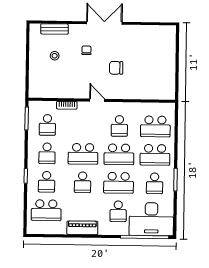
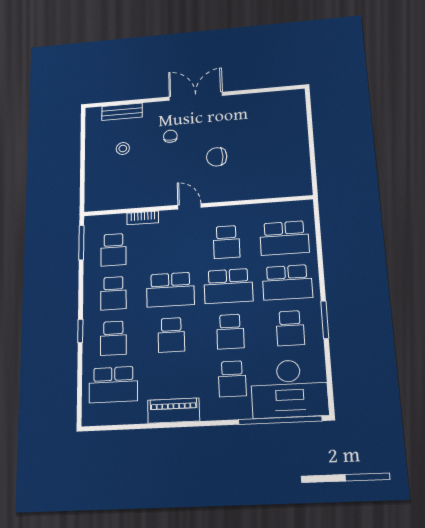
school desk: (119, 183) -> (230, 332), width x0.54

